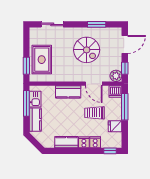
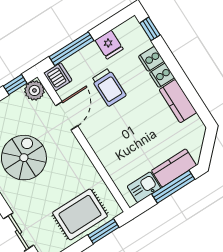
kitchen counter: (68, 92) -> (103, 145), removed
window: (26, 103) -> (173, 187), moved

